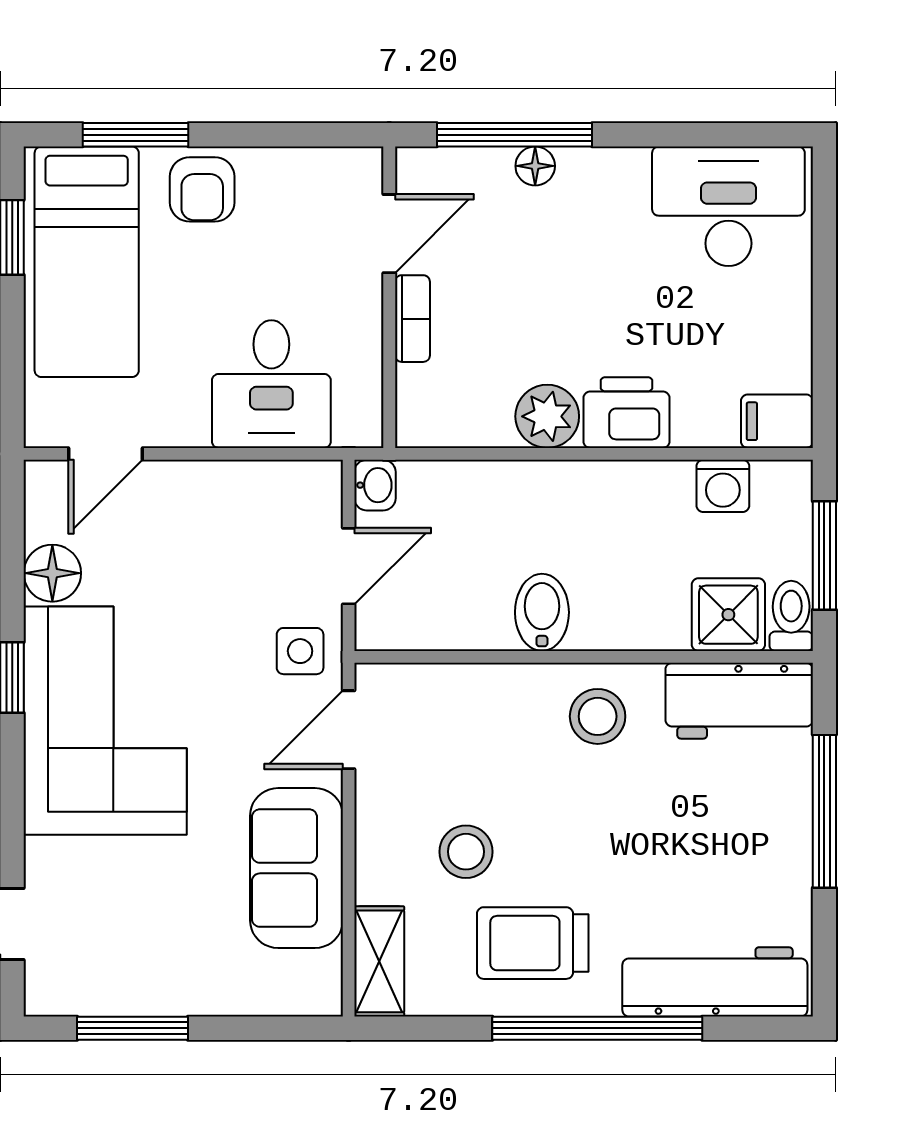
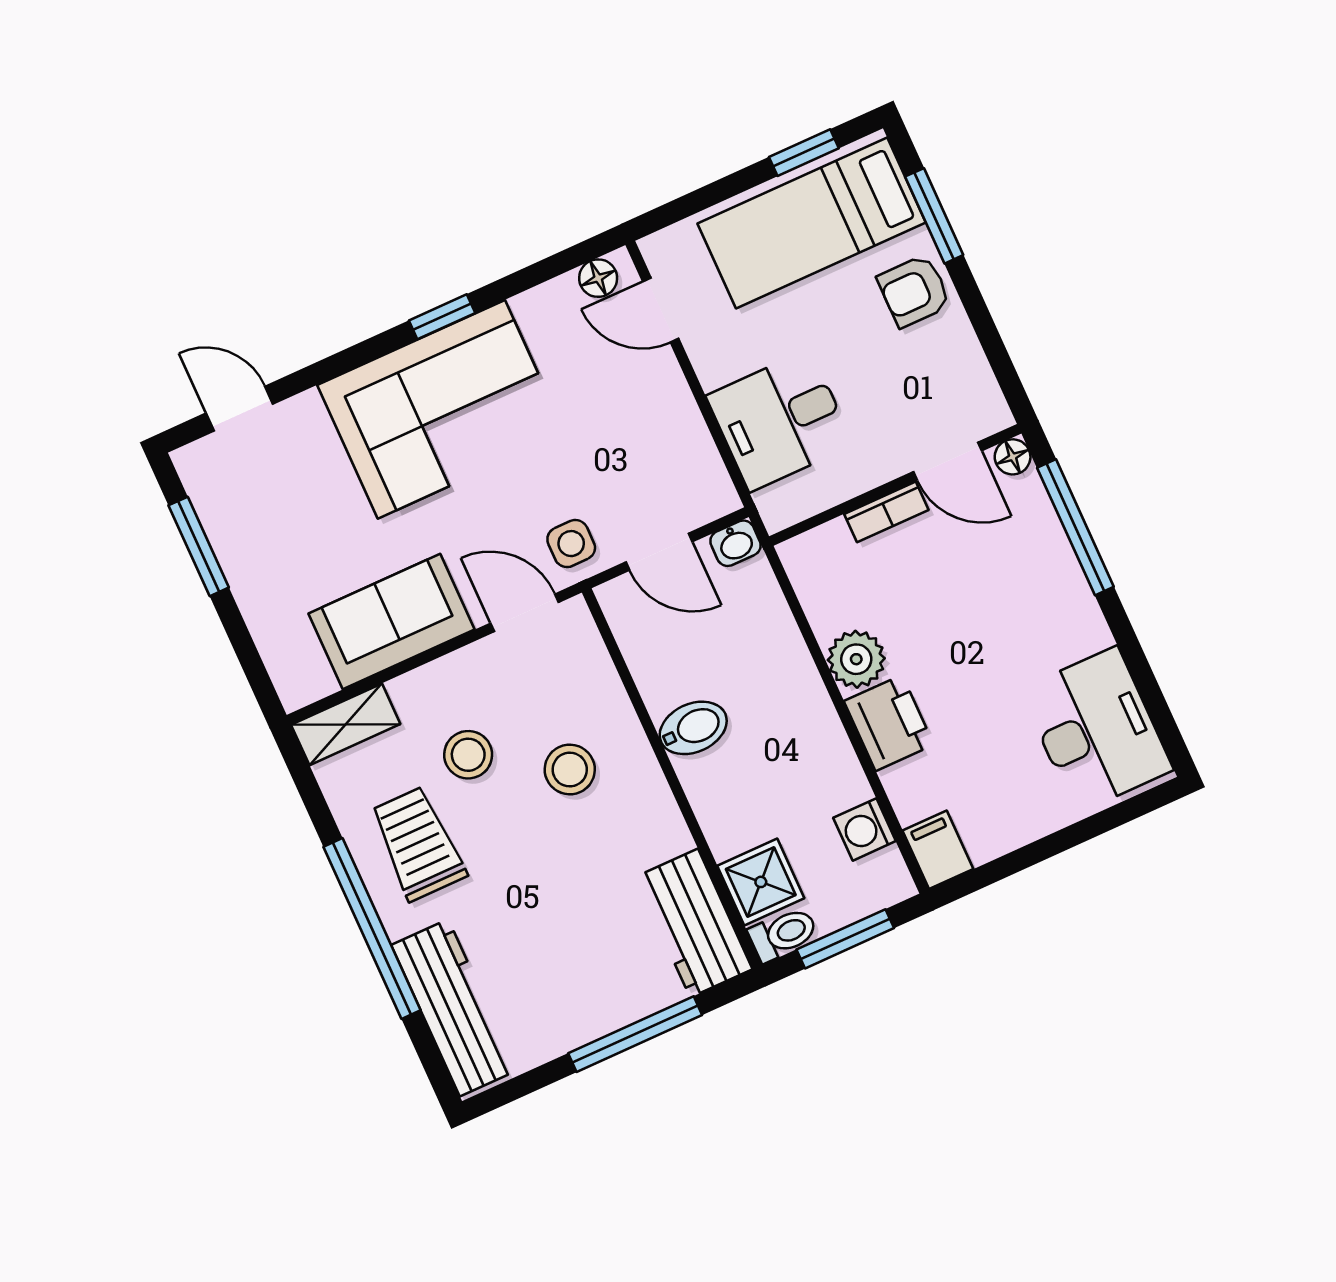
floor lamp: (535, 166) -> (1013, 457), moved
floor lamp: (52, 573) -> (598, 278), moved, width x0.73, depth x0.73
stool: (598, 716) -> (570, 770), moved

